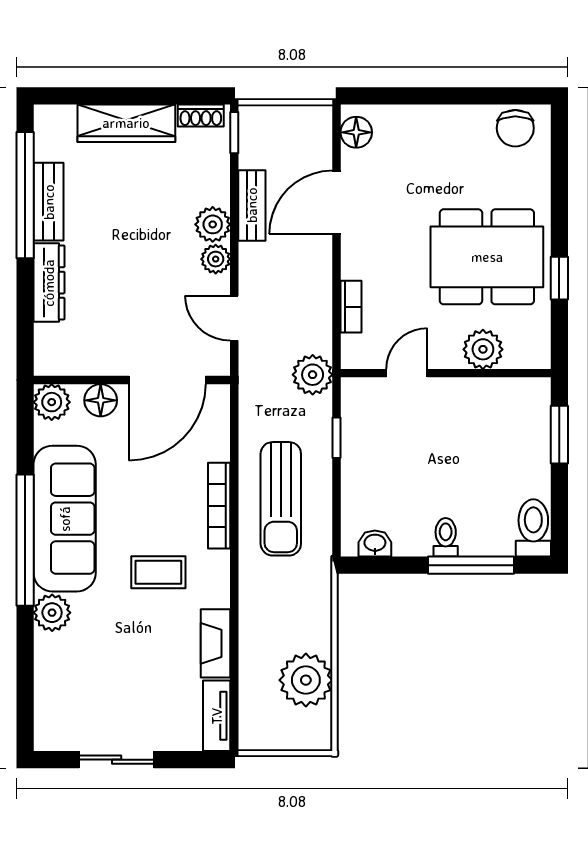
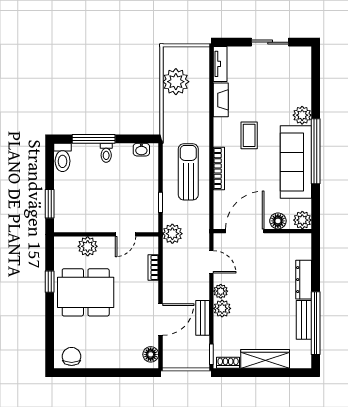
coffee table: (158, 572) -> (249, 135), turned 90

